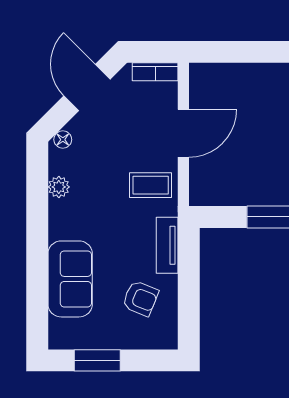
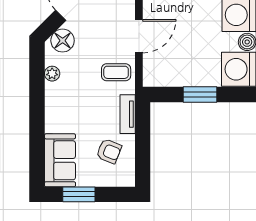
floor lamp: (63, 140) -> (63, 41), width x1.89, depth x1.89
sofa: (70, 279) -> (60, 160), moved

